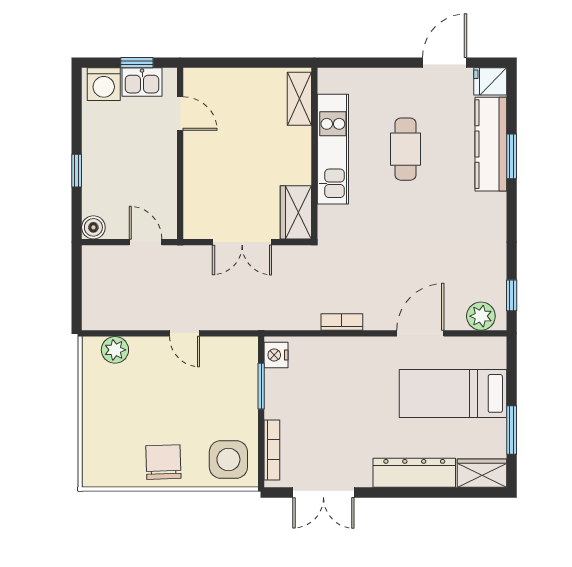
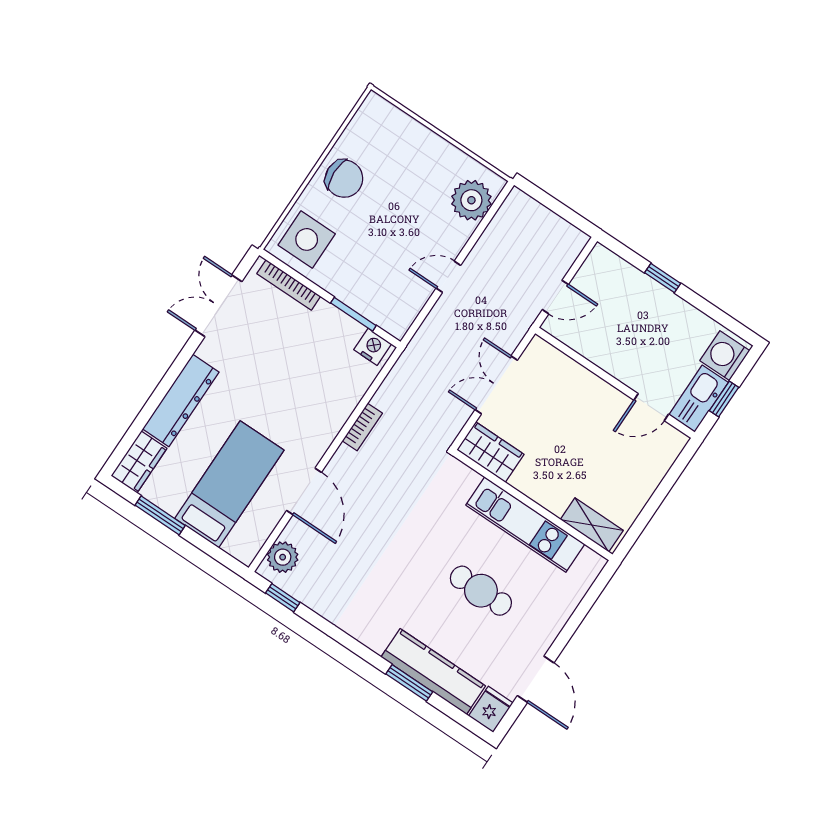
kitchen sink: (142, 82) -> (699, 399), width x1.38
boiler: (93, 227) -> (601, 259), removed
plant: (115, 350) -> (471, 200), width x1.36, depth x1.36

